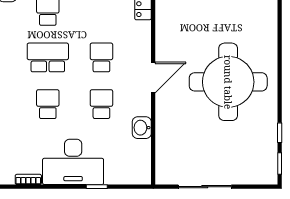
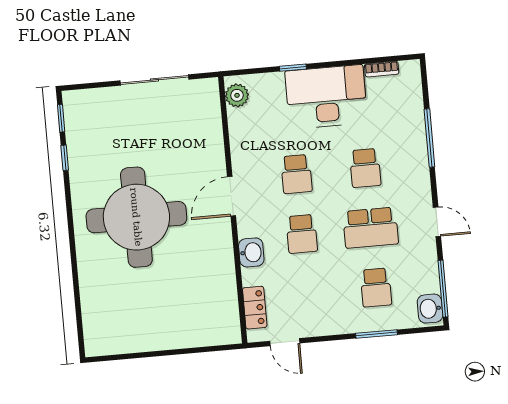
door: (153, 77) -> (232, 196), moved
washbasin: (142, 128) -> (251, 252), moved
plant: (142, 169) -> (237, 95), added

